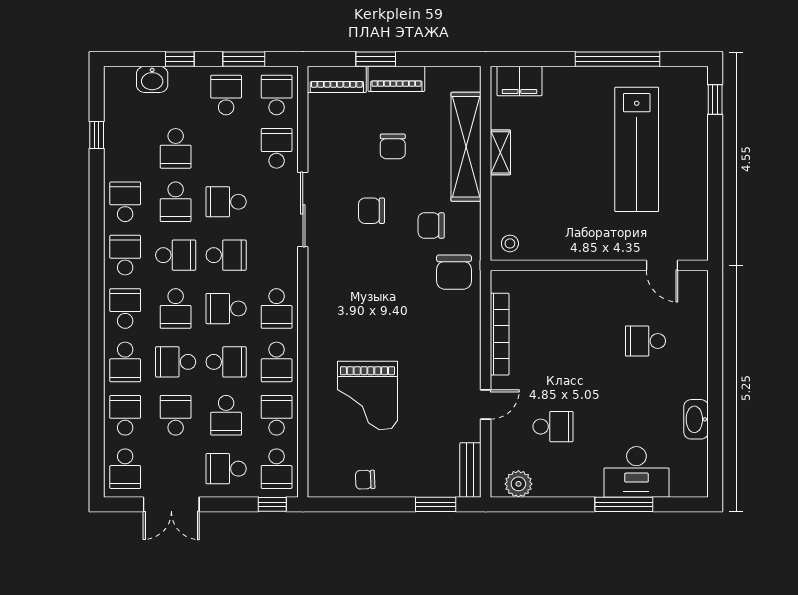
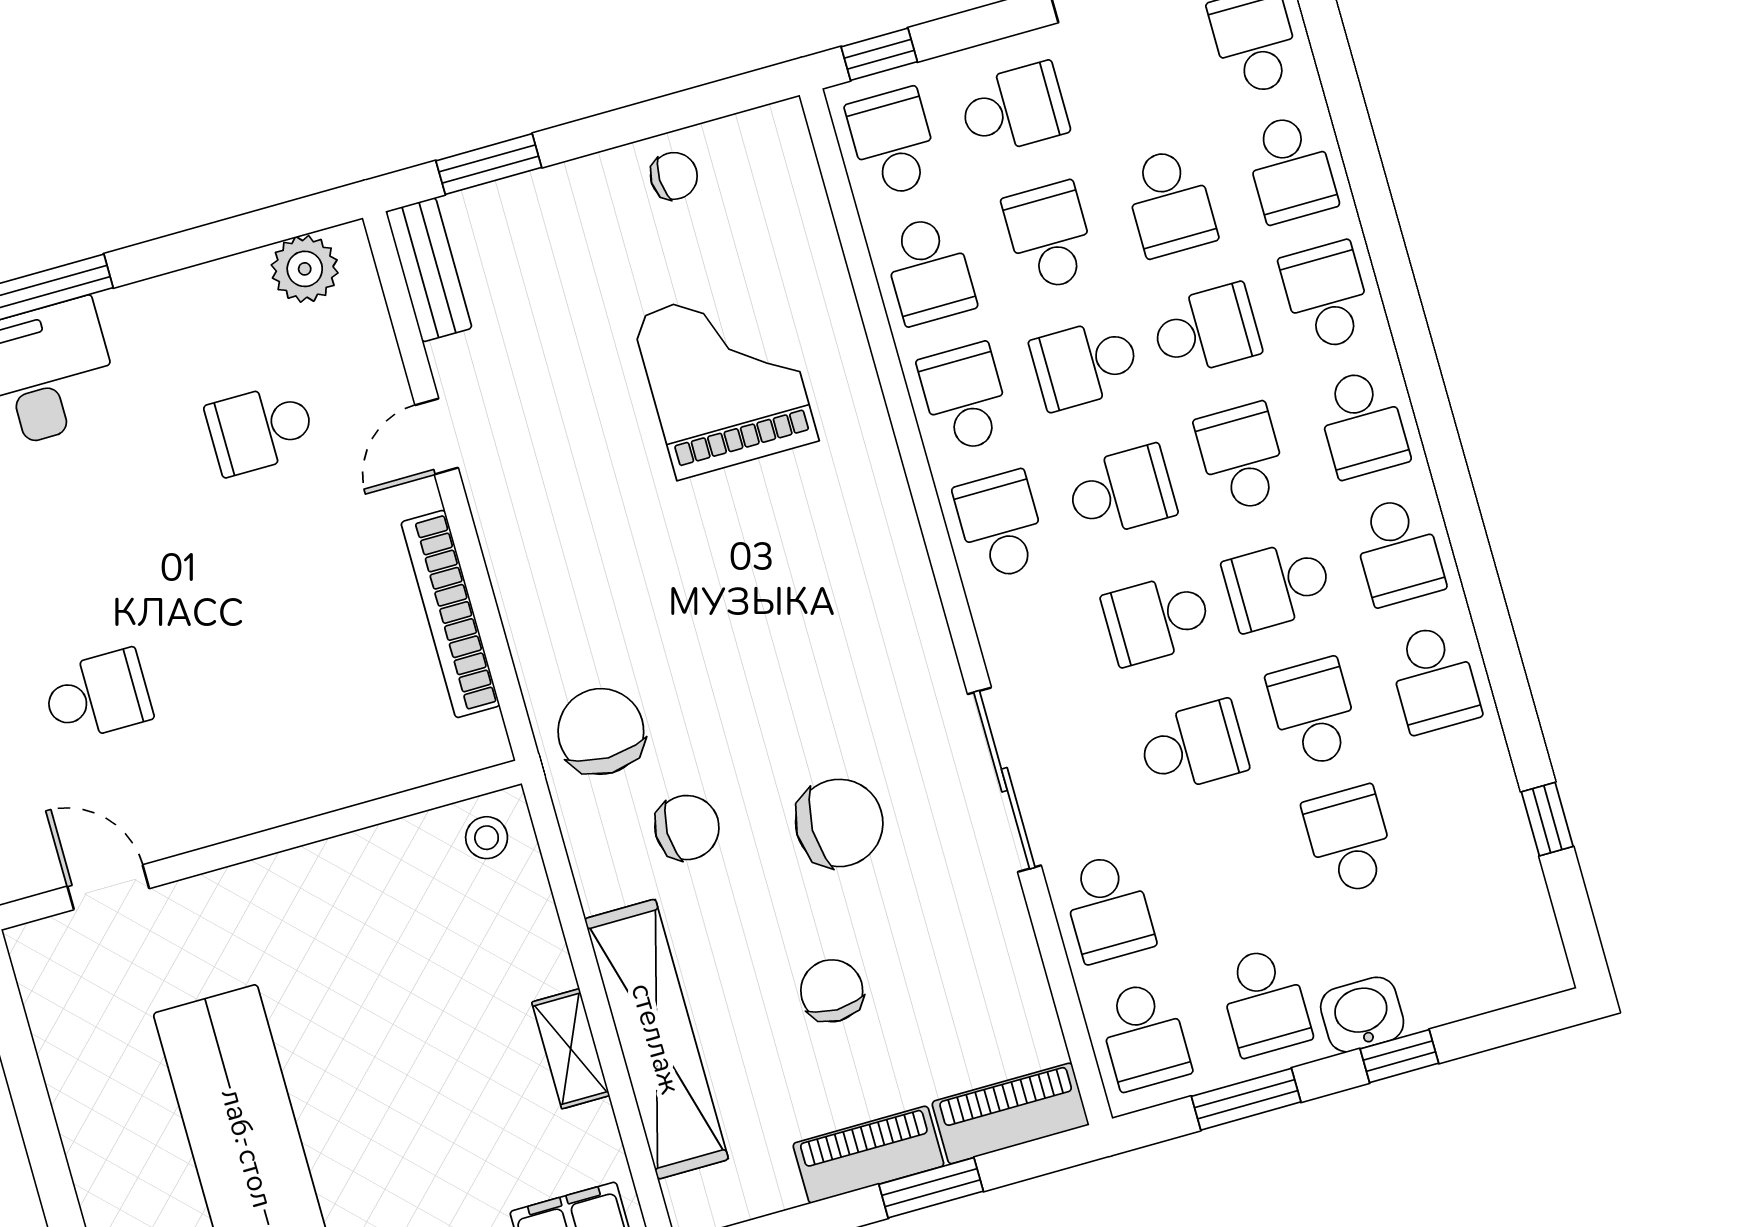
washbasin: (152, 79) -> (1362, 1015), moved
chair: (372, 211) -> (839, 823), width x1.37, depth x1.37

